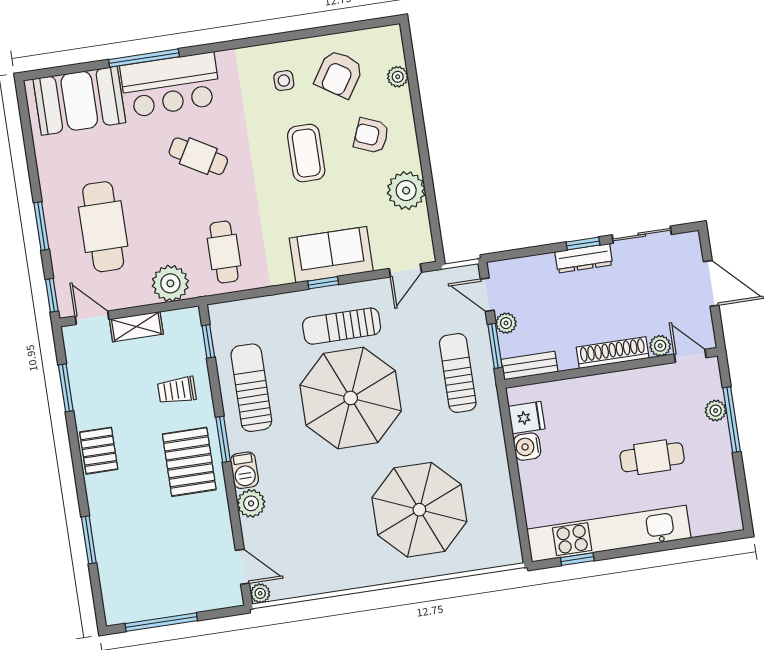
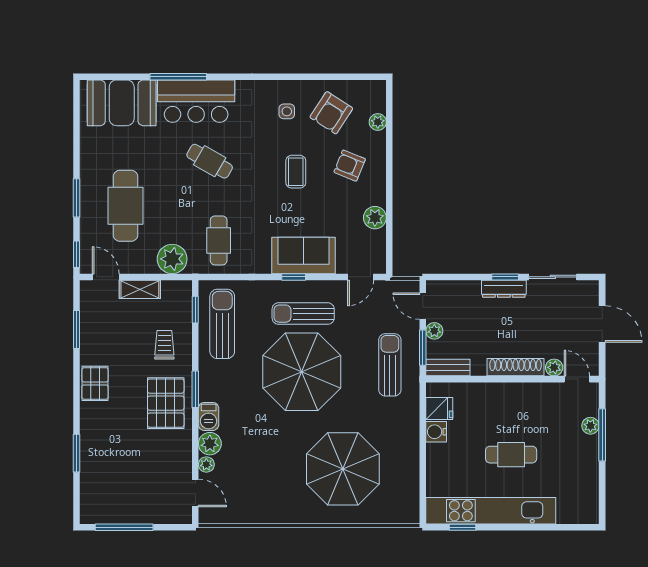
coffee table: (306, 153) -> (296, 172), width x0.73, depth x0.77
plant: (406, 191) -> (375, 218), width x0.73, depth x0.73
sun lounger: (251, 388) -> (222, 324), moved
trolley: (177, 390) -> (164, 345), turned 90
cafe table: (652, 457) -> (511, 455), moved
plant: (260, 593) -> (206, 465), moved

